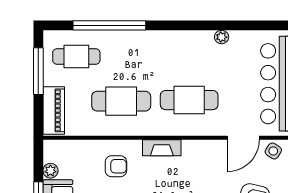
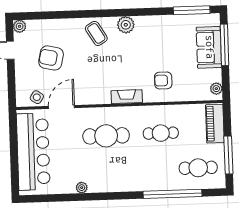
cafe table: (121, 101) -> (161, 133), width x0.73, depth x0.74
plant: (50, 171) -> (216, 89), moved

